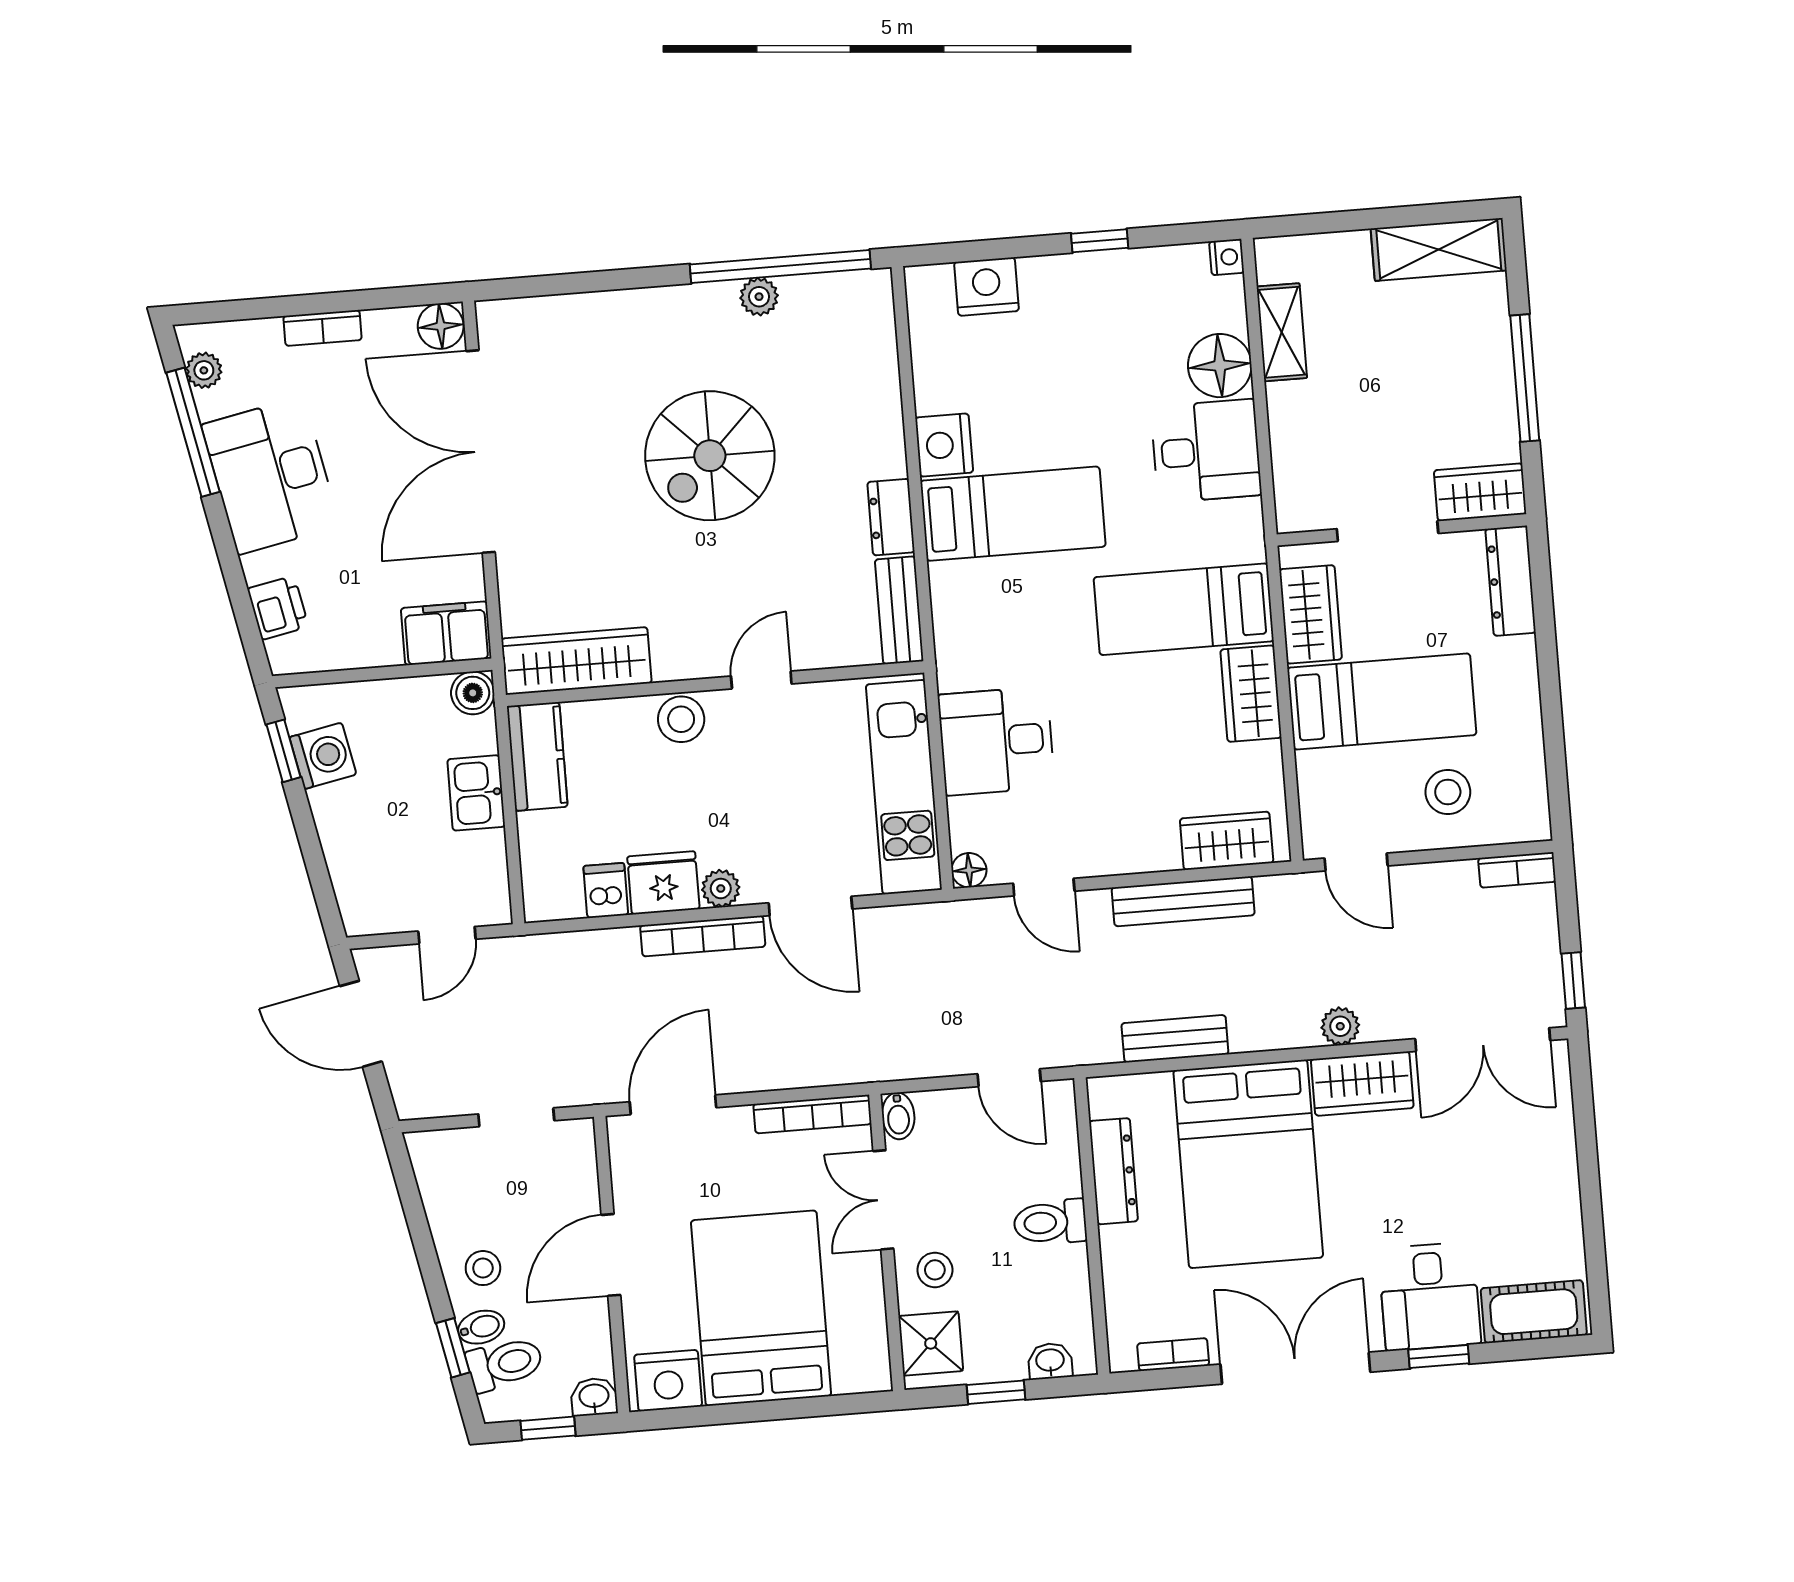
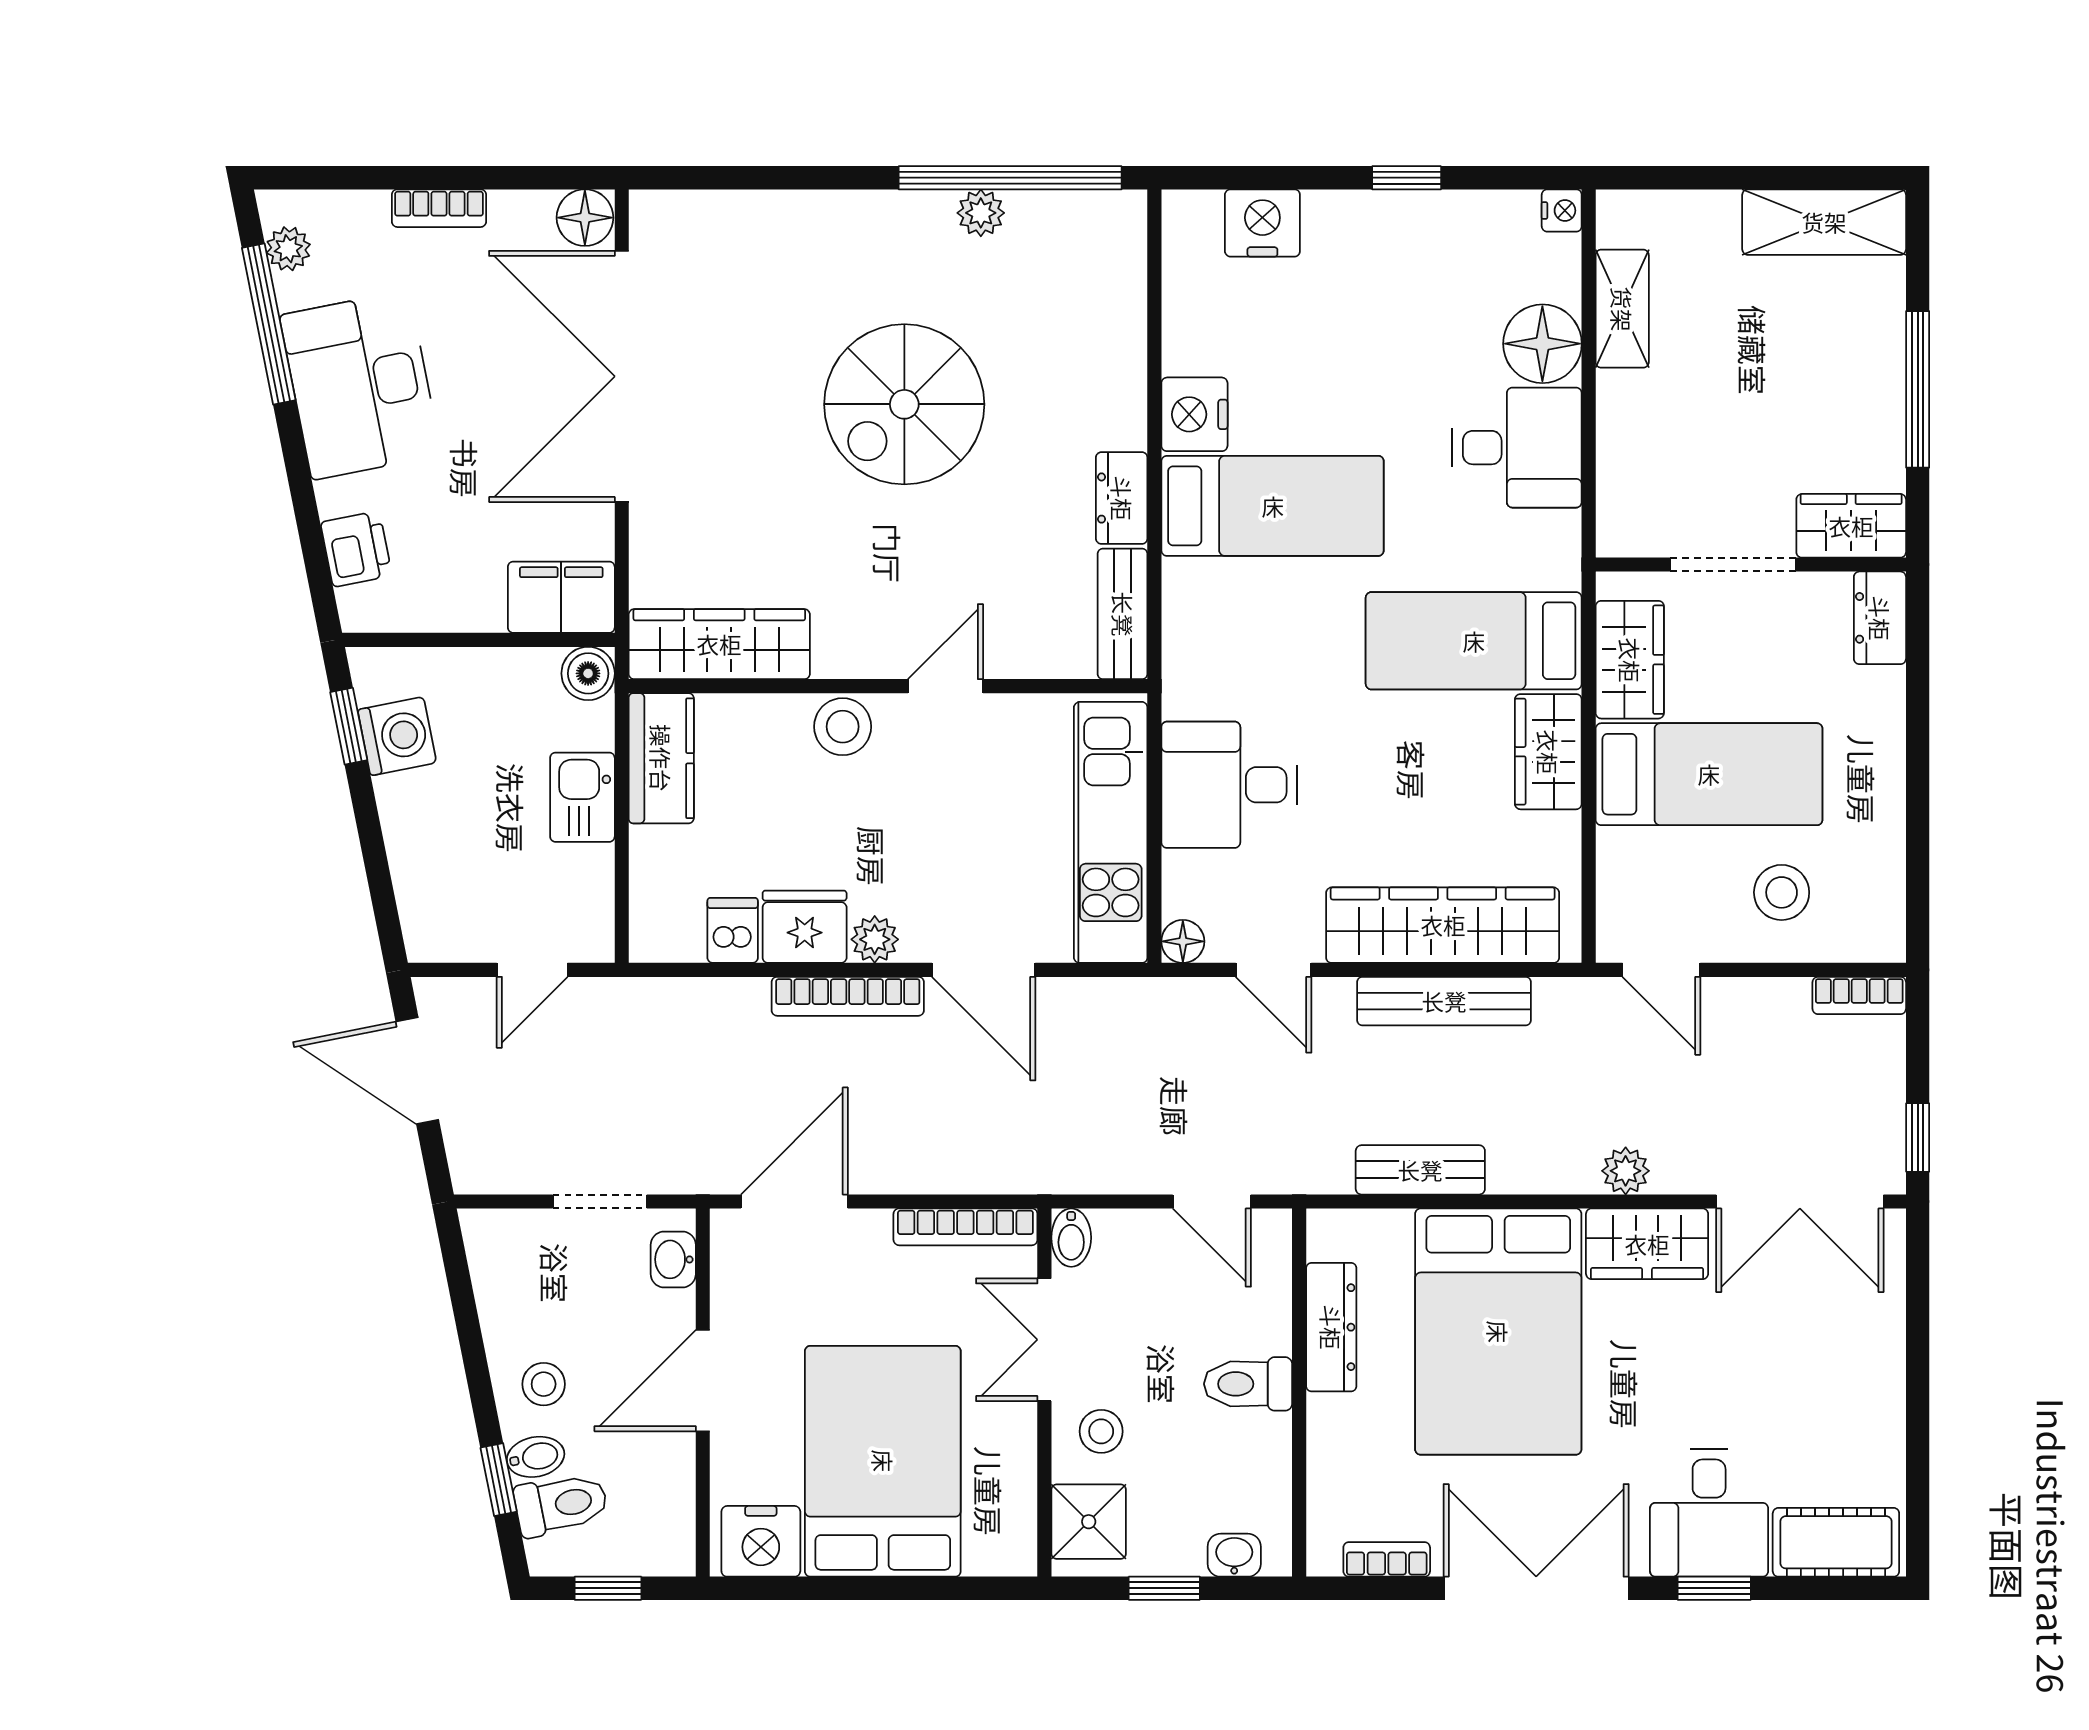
dresser: (1511, 581) -> (1880, 618), width x0.70
wardrobe: (1227, 841) -> (1443, 925), width x2.10, depth x1.17
washbasin: (594, 1397) -> (673, 1259), moved, turned -90

